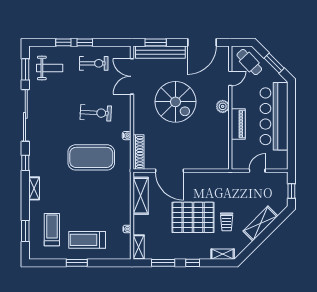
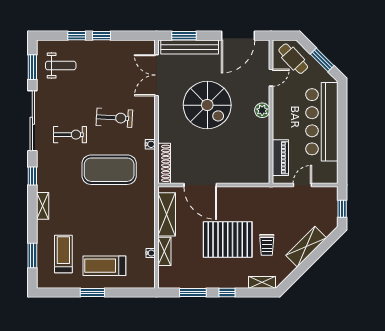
exercise bike: (94, 63) -> (70, 135), moved
piano: (238, 124) -> (280, 158), moved
shelving: (139, 247) -> (164, 251), moved

